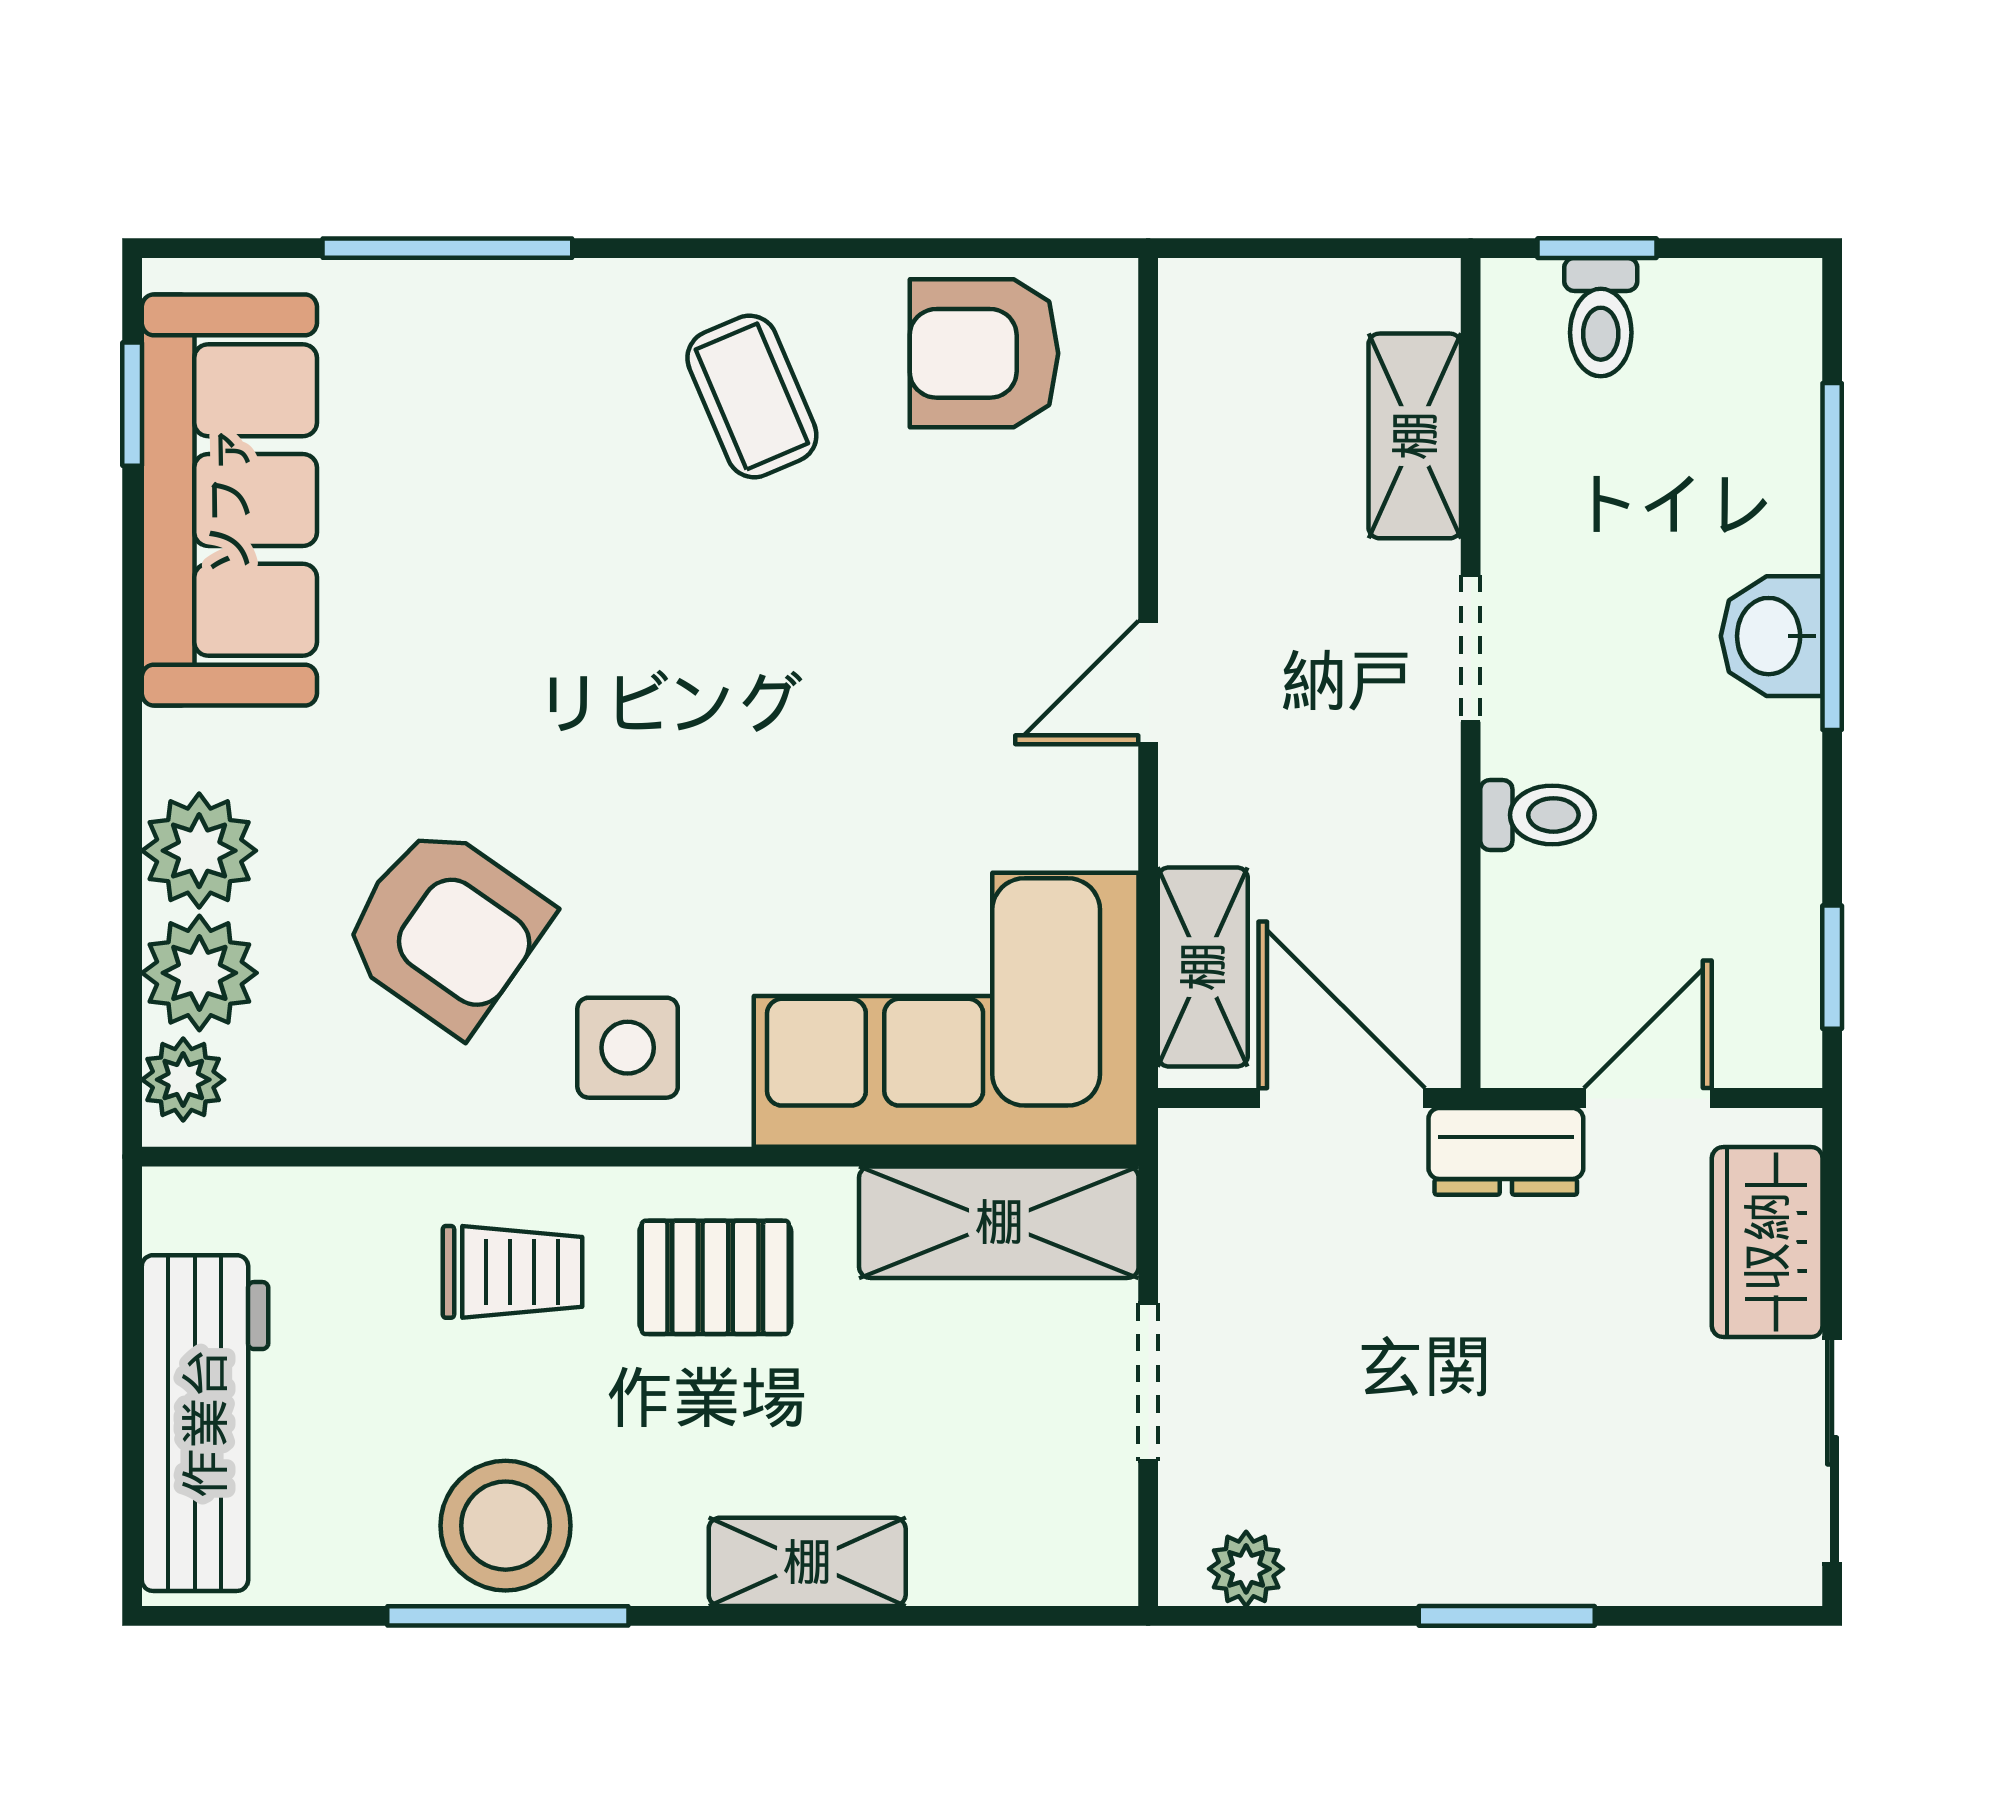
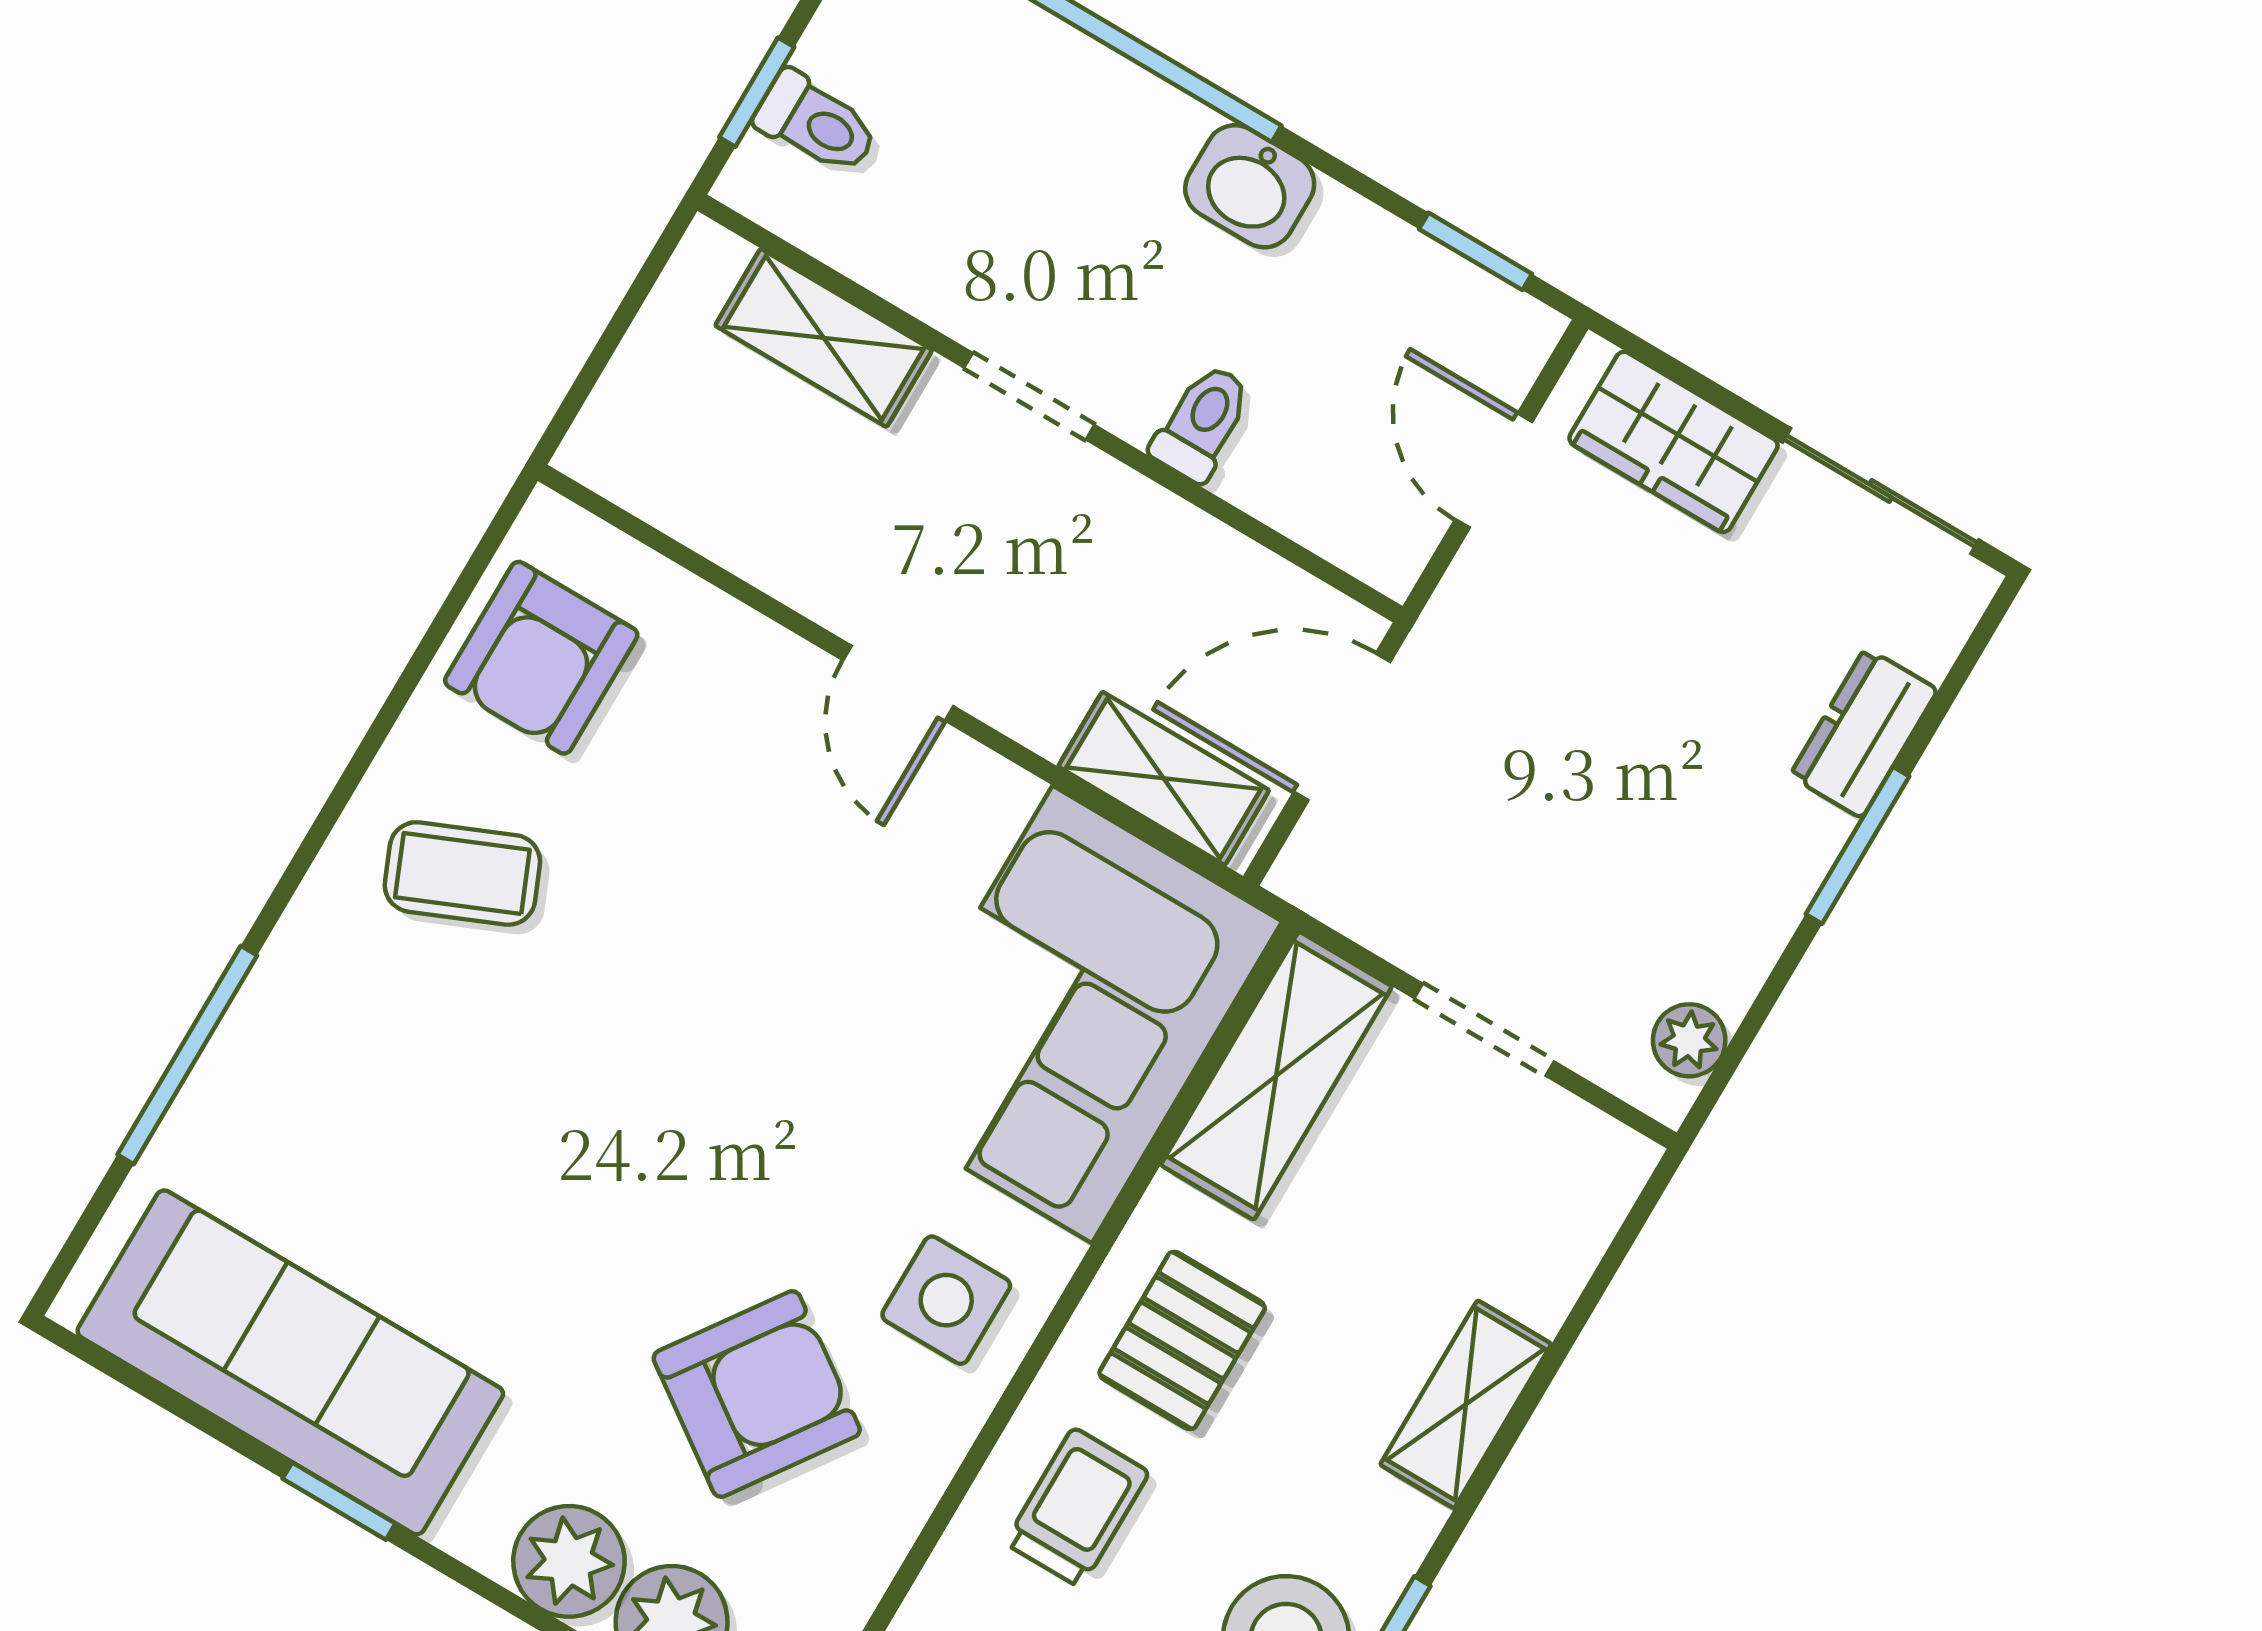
window: (132, 404) -> (339, 1501), moved
washbasin: (1772, 636) -> (1250, 186), moved
dresser: (1506, 1151) -> (1864, 733), moved, turned 180

